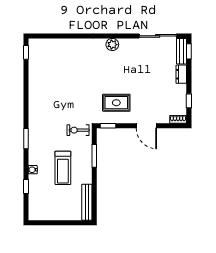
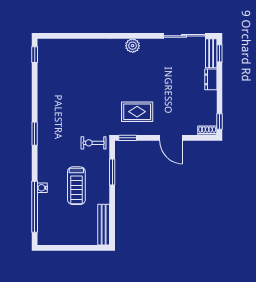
window: (189, 101) -> (219, 121), moved
window: (26, 139) -> (35, 134), moved
window: (26, 186) -> (35, 207), width x3.17

